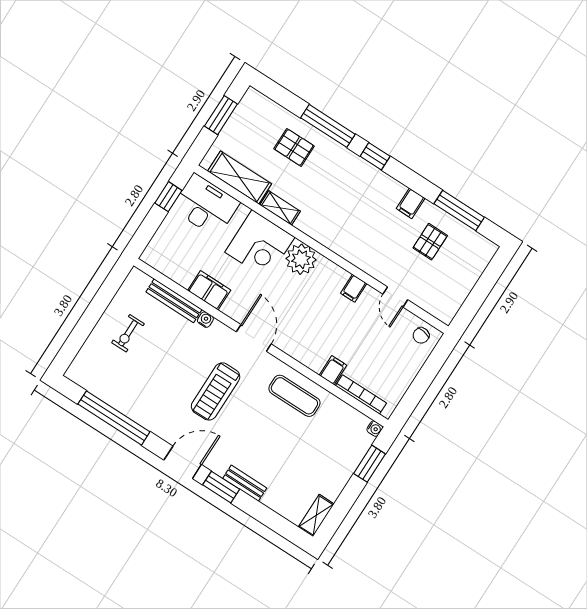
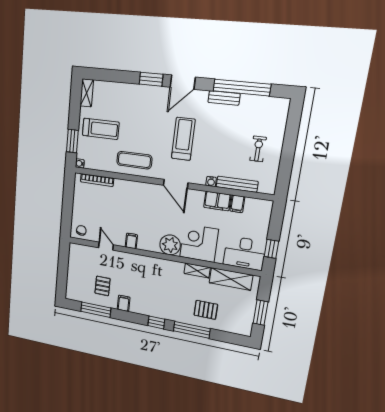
filing cabinet: (333, 370) -> (237, 204), moved
treadmill: (321, 460) -> (101, 129), added
bench: (245, 483) -> (224, 98), moved

